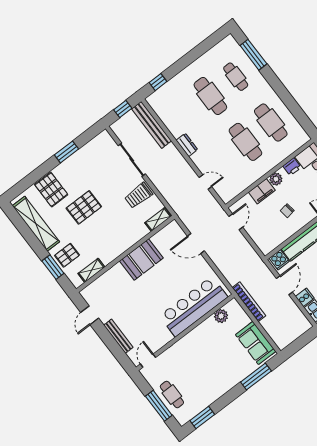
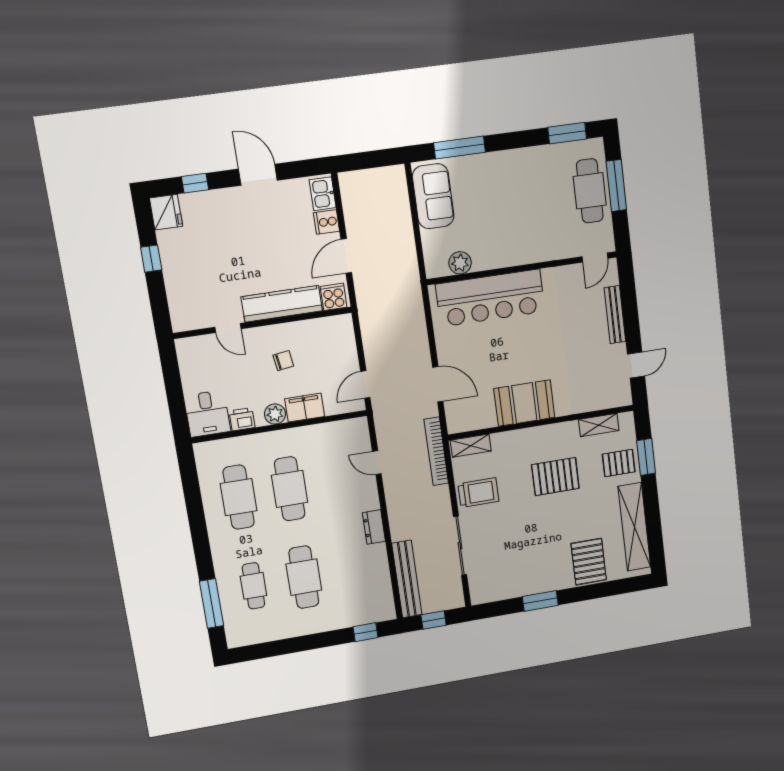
pallet: (84, 207) -> (555, 477), moved
bookcase: (249, 302) -> (436, 451), moved
cafe table: (172, 395) -> (590, 191), width x1.37, depth x1.35

